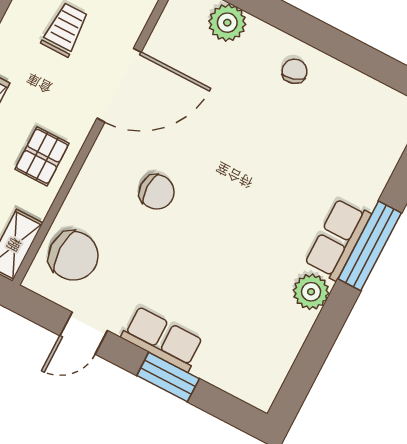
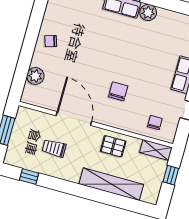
chair: (73, 256) -> (155, 123), width x0.54, depth x0.54

